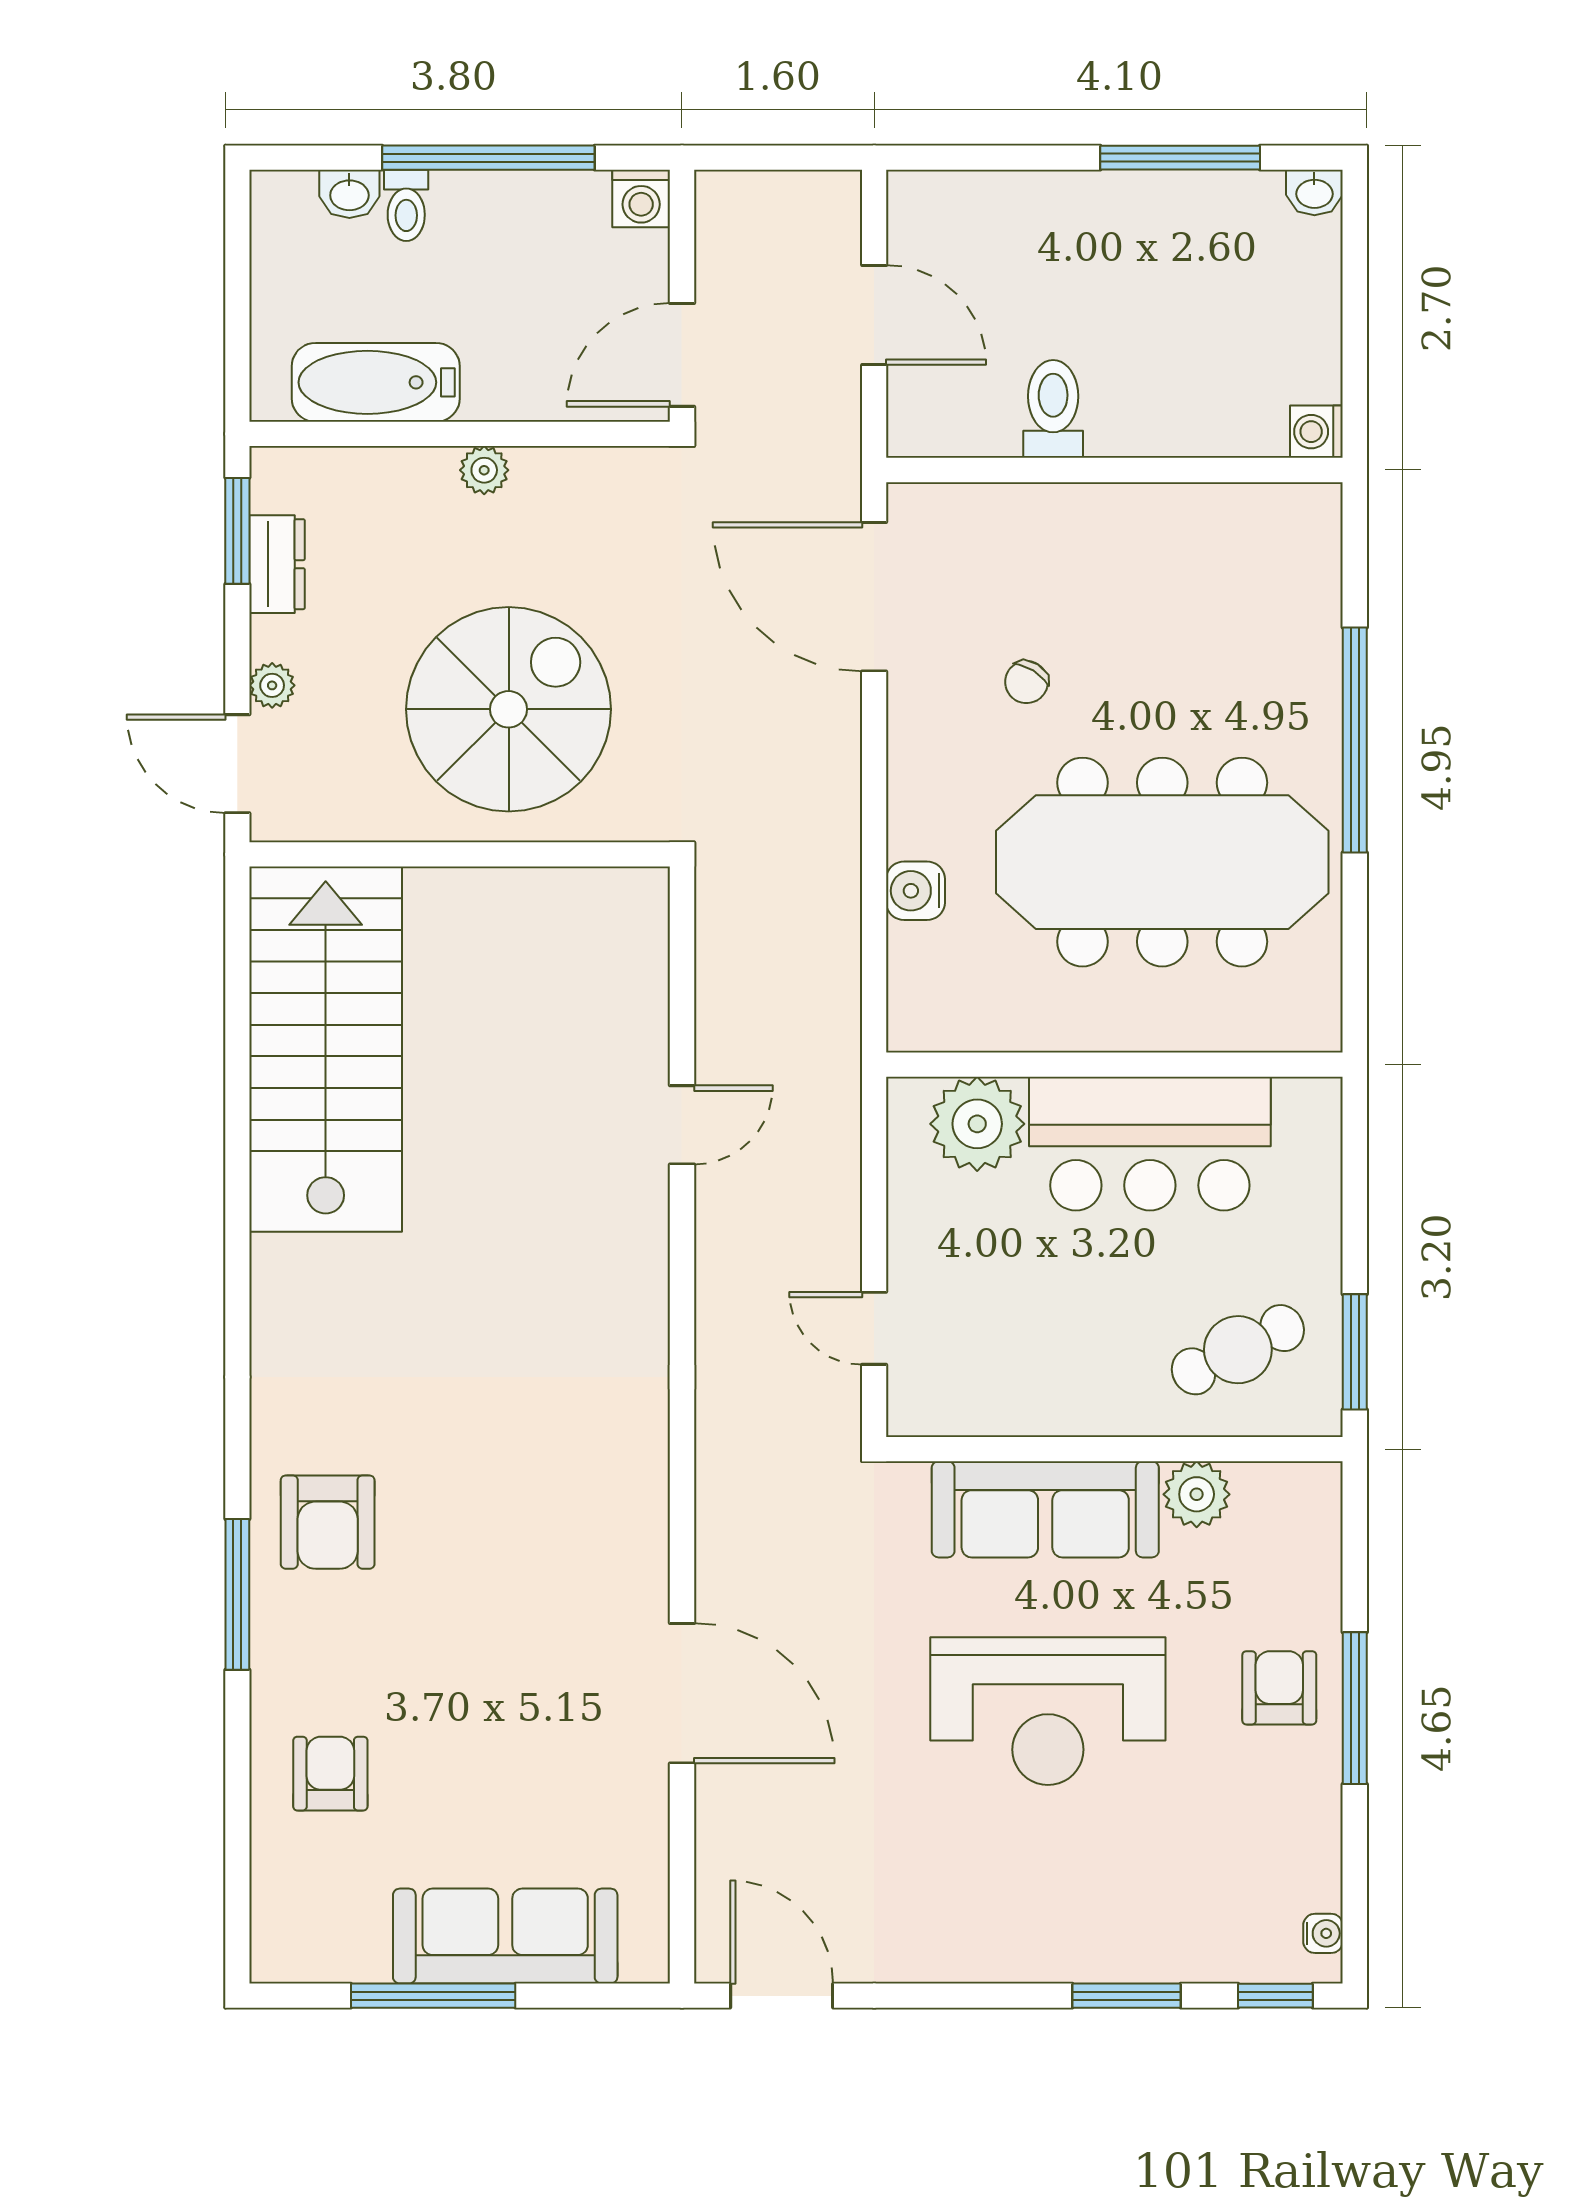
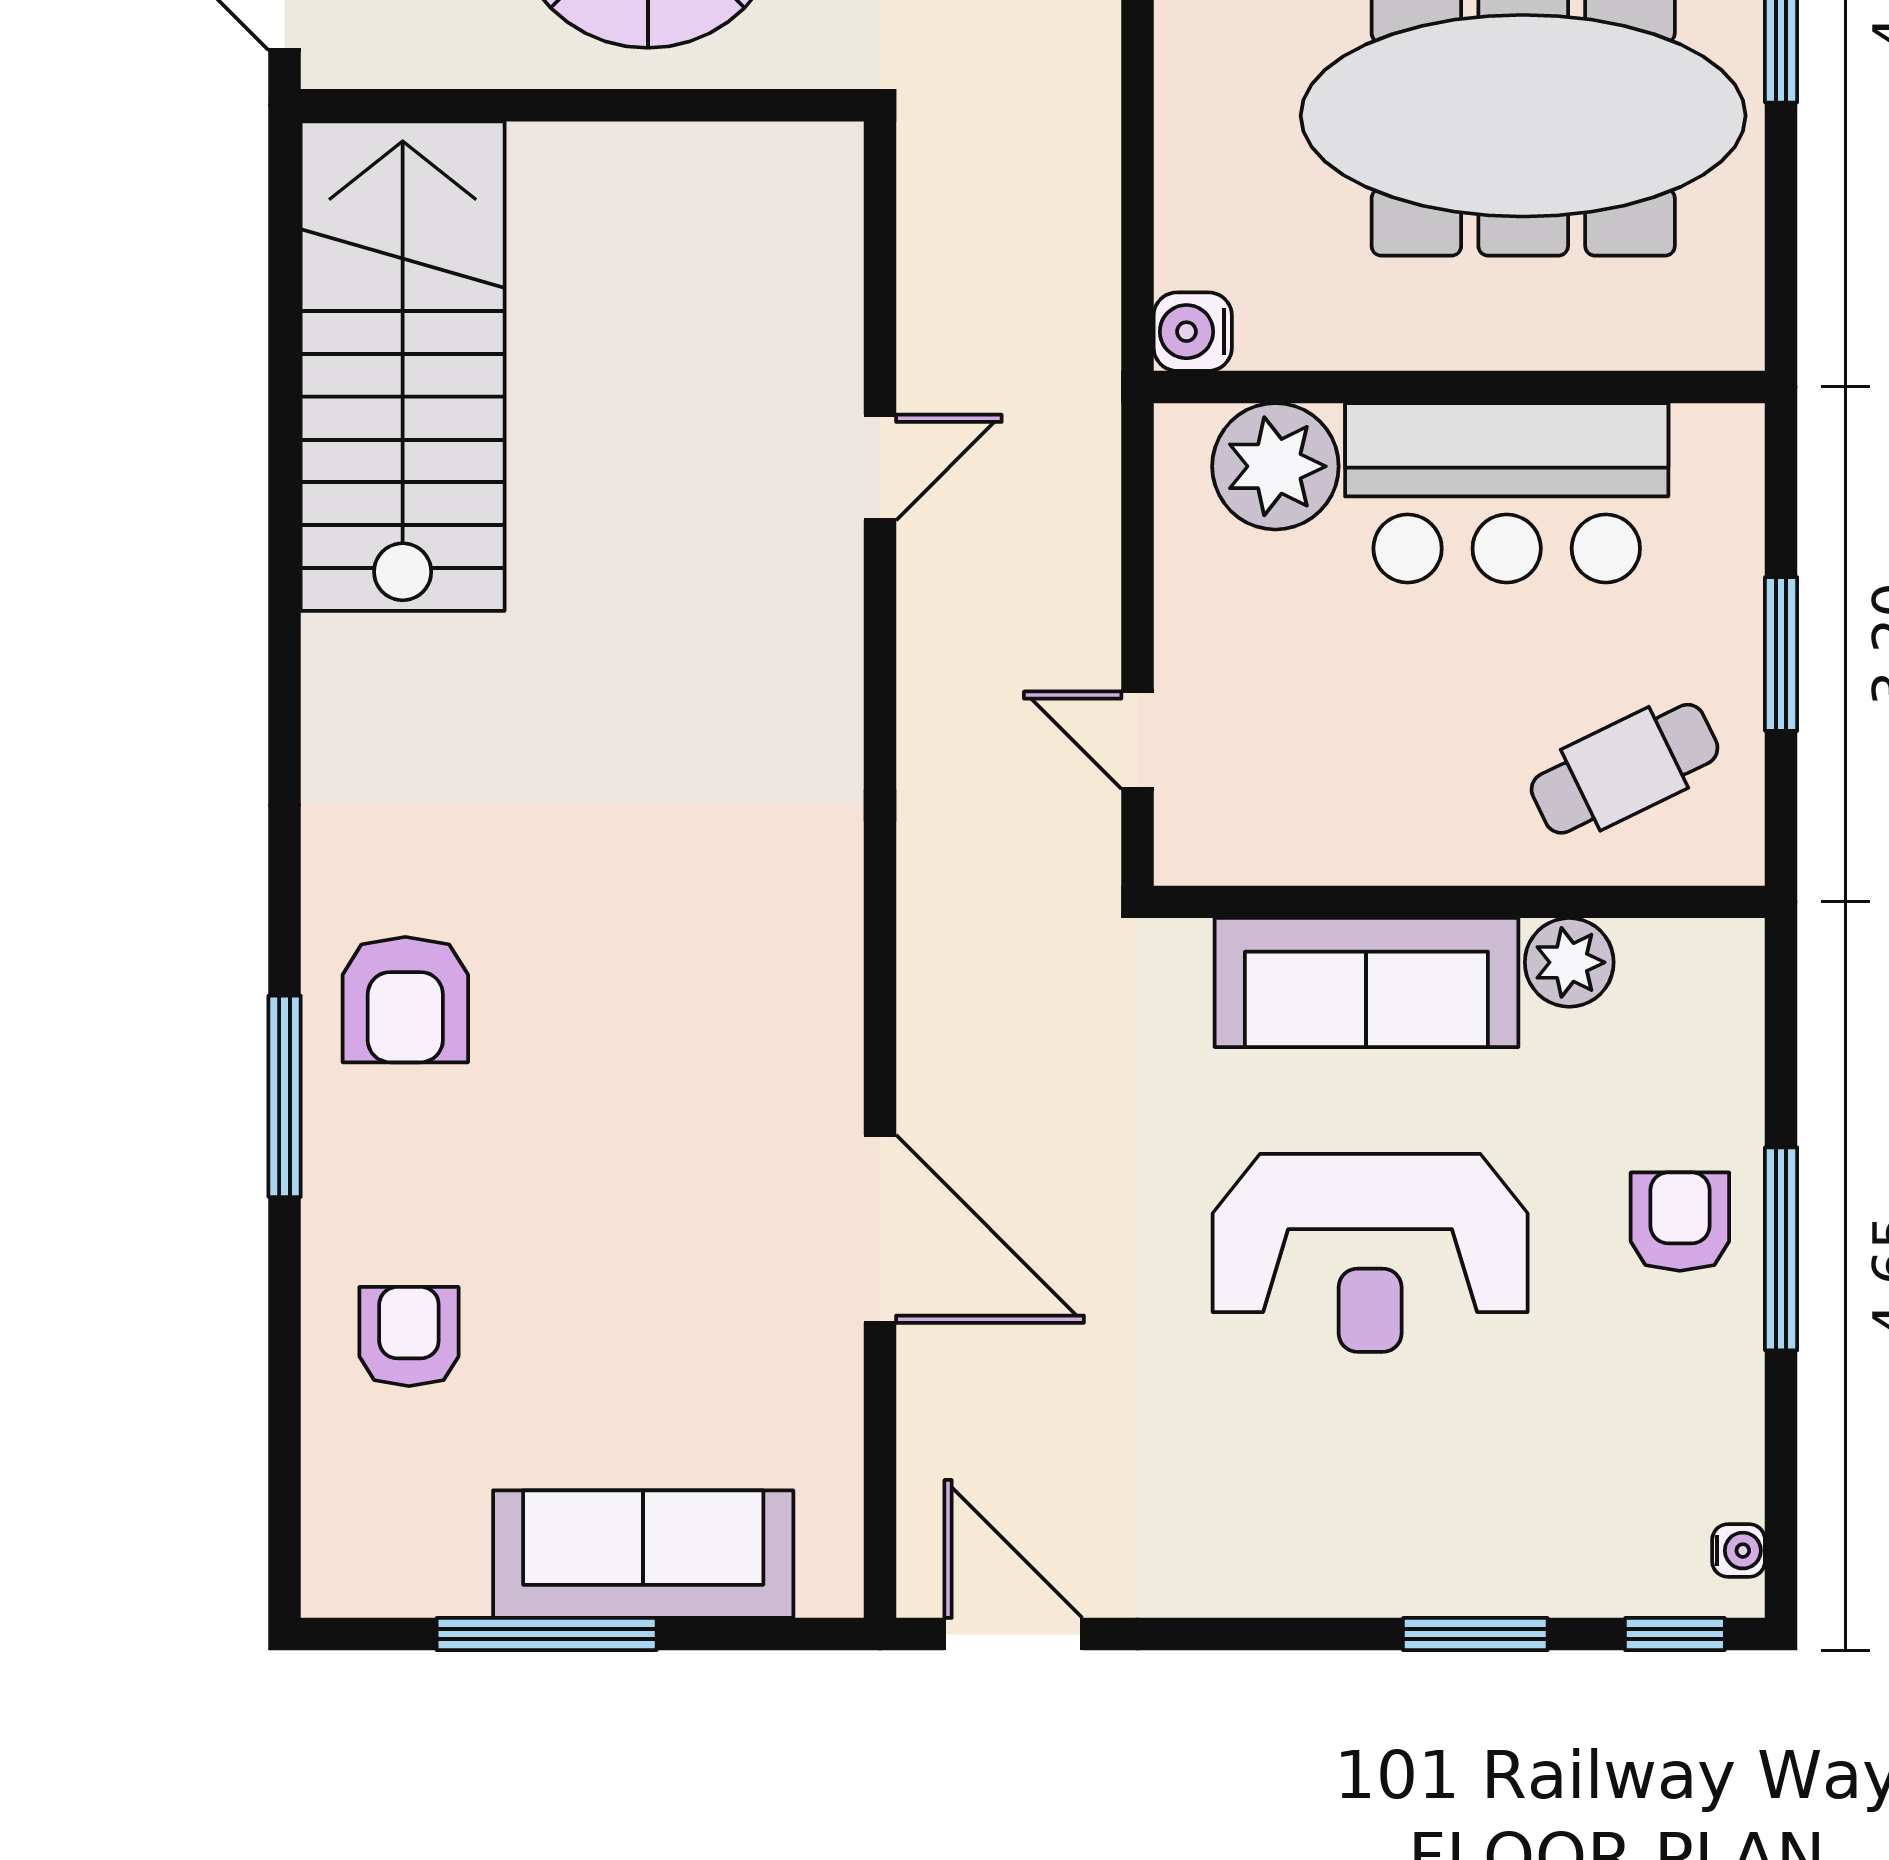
water cooler: (916, 891) -> (1193, 332), moved
window: (1355, 1352) -> (1781, 654), moved

